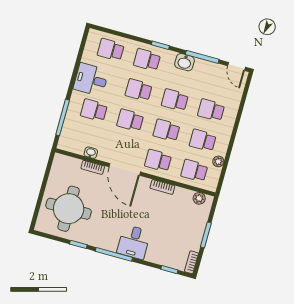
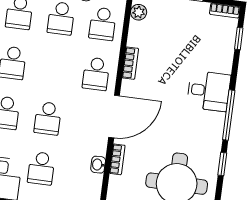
school desk: (166, 130) -> (54, 68), removed

